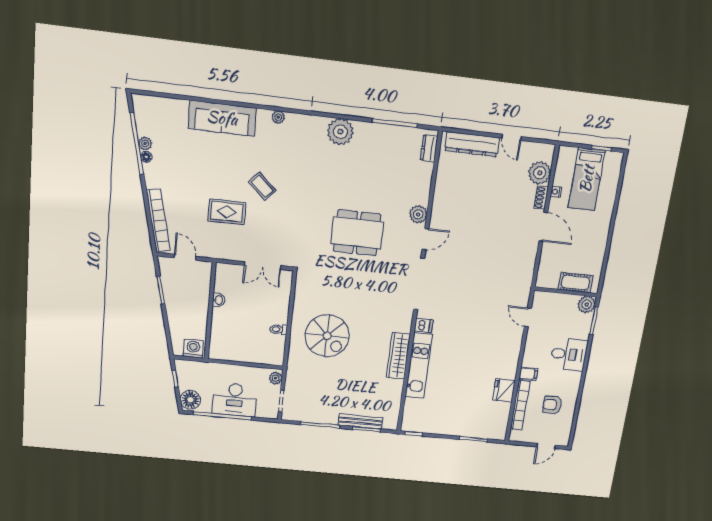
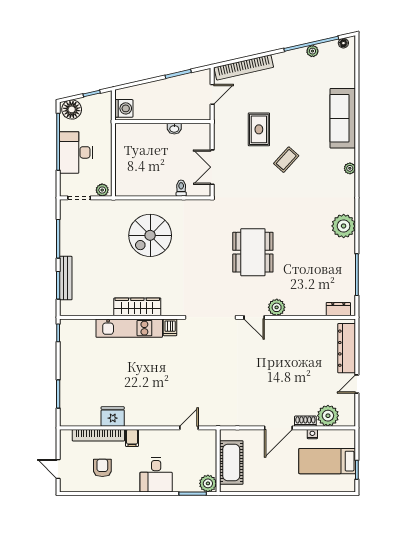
floor lamp: (146, 157) -> (343, 43), moved
cot: (575, 283) -> (231, 463), width x1.37, depth x1.34
toilet: (279, 330) -> (181, 188), moved

